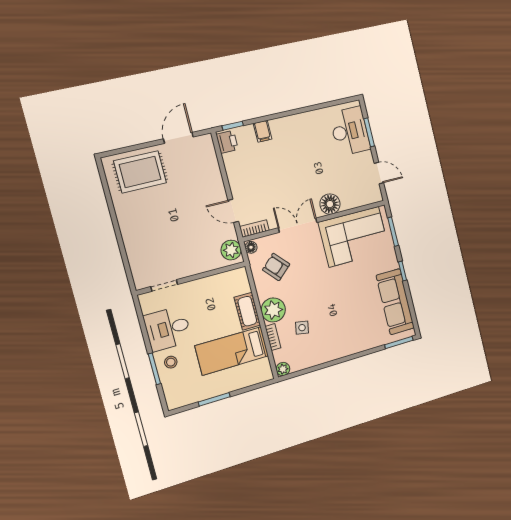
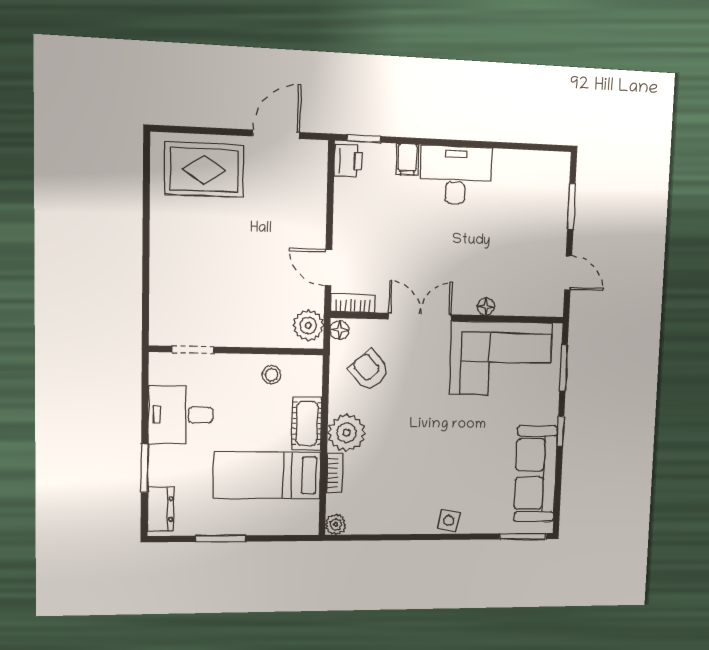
desk: (350, 131) -> (456, 175), moved, turned -90
floor lamp: (330, 204) -> (486, 307), width x0.53, depth x0.53
side table: (302, 328) -> (449, 521), moved
stool: (171, 362) -> (271, 375), moved
dresser: (172, 392) -> (161, 509), added

